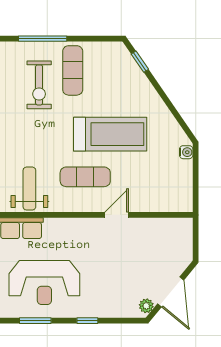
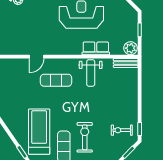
treadmill: (110, 134) -> (39, 132), moved, turned 90

